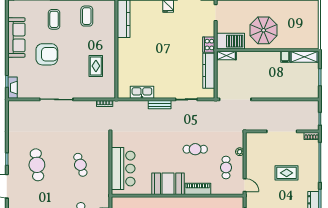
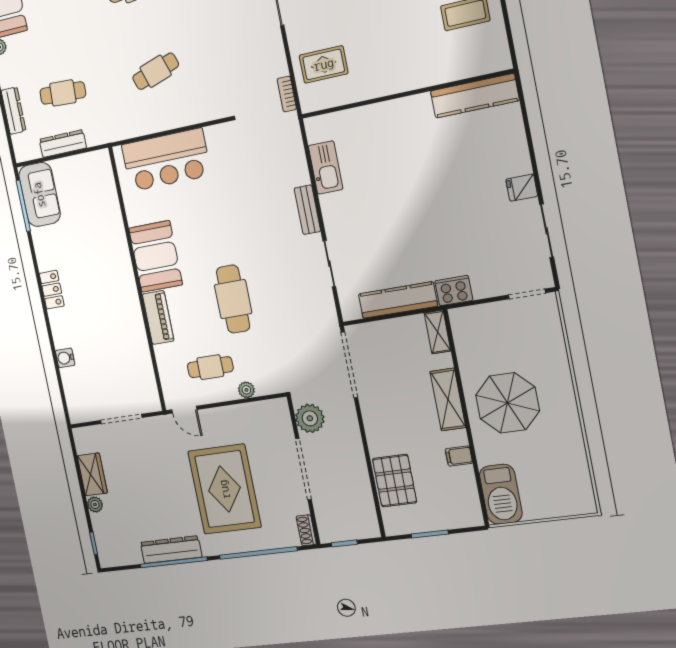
barbecue: (230, 41) -> (501, 494), moved
shelving: (304, 57) -> (448, 400), moved
rug: (96, 66) -> (324, 64), moved
pallet: (293, 89) -> (395, 481), added
plant: (258, 123) -> (310, 418), added
cafe table: (195, 149) -> (233, 299), width x1.37, depth x1.35
rug: (287, 173) -> (224, 489), width x1.86, depth x2.06
door: (245, 185) -> (184, 410), hinge flipped

